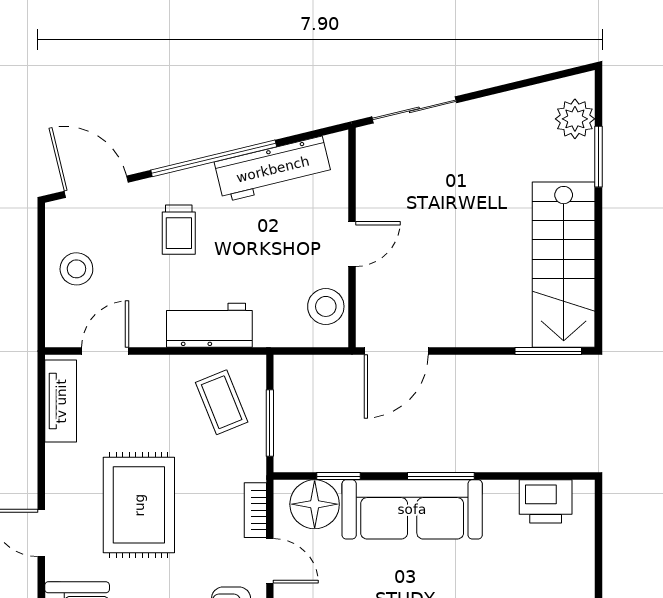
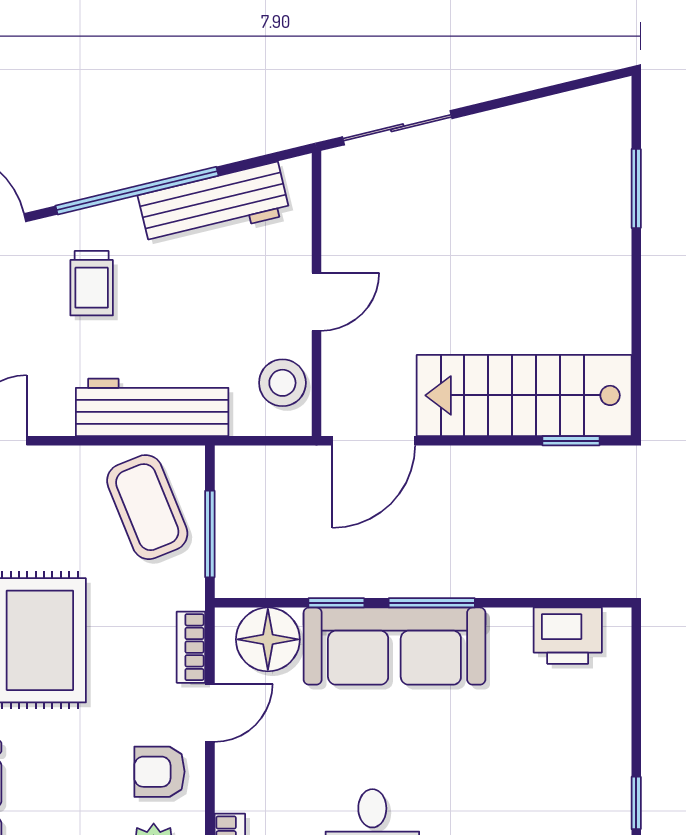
plant: (575, 119) -> (606, 139), removed
stairs: (564, 265) -> (524, 395), moved, turned 90
workbench: (209, 325) -> (152, 407), width x1.38
window: (548, 351) -> (571, 441), width x0.67
coffee table: (222, 402) -> (147, 507), width x1.36, depth x1.30
window: (338, 476) -> (336, 603), moved
door: (270, 561) -> (210, 713), hinge flipped

